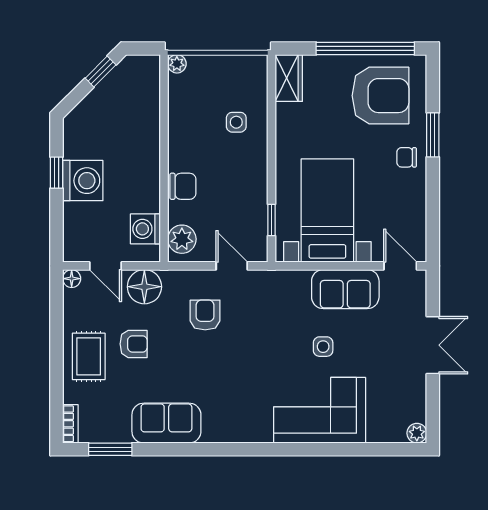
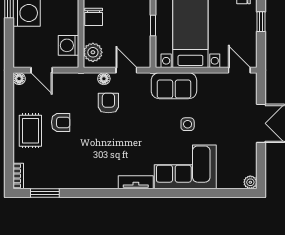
chair: (183, 186) -> (94, 17), turned 90
window: (433, 194) -> (261, 22), added
window: (272, 220) -> (153, 26), moved
floor lamp: (144, 287) -> (104, 79), moved, width x0.53, depth x0.53
sofa: (345, 289) -> (174, 86), moved
sofa: (166, 423) -> (83, 175), removed
tv unit: (246, 433) -> (136, 182), added

